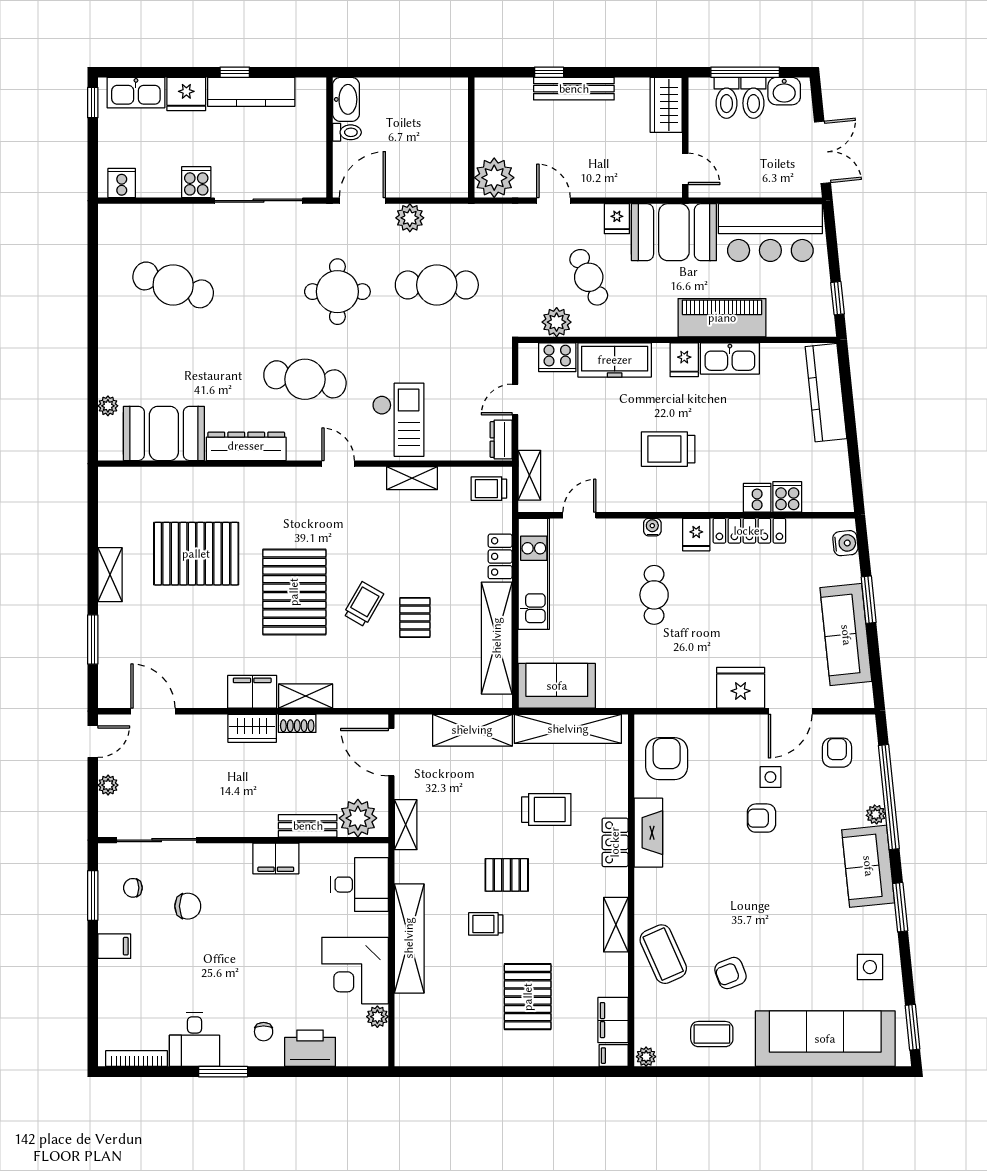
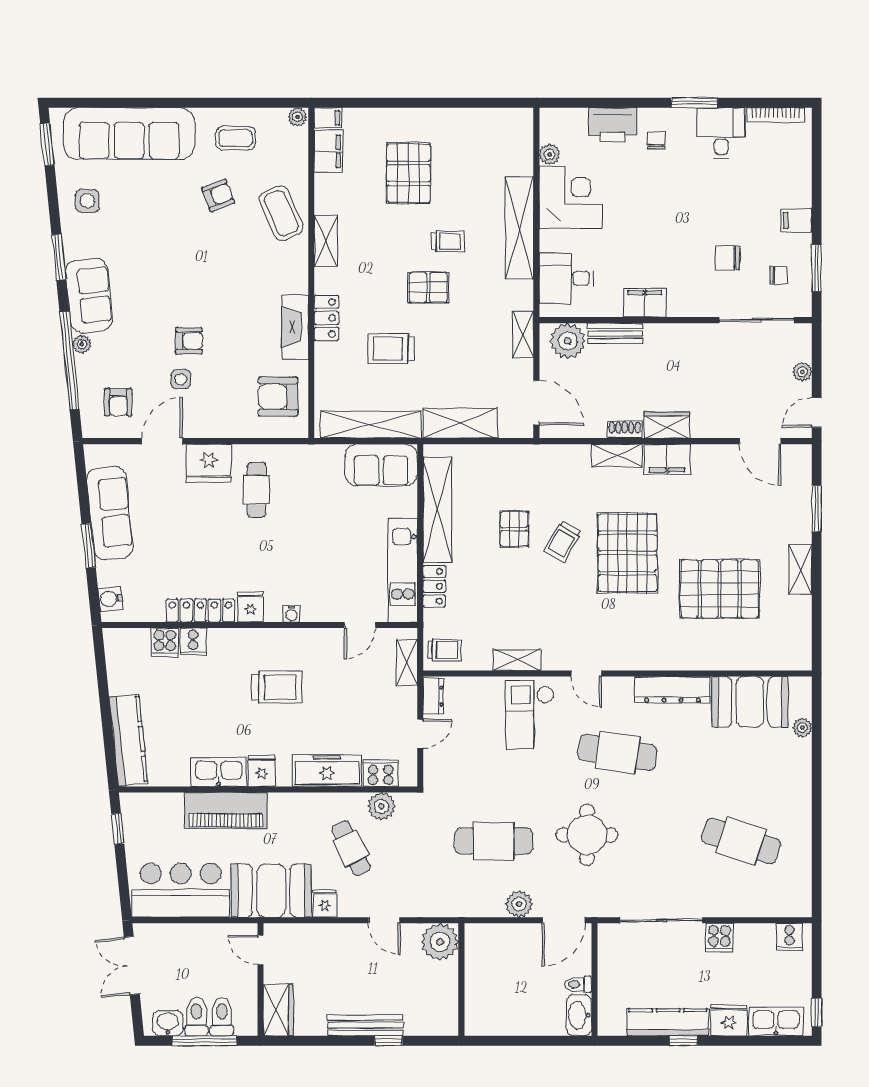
cafe table: (654, 595) -> (257, 490), moved
armchair: (667, 759) -> (278, 397), turned 90

